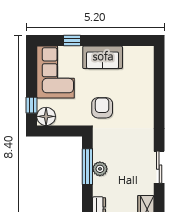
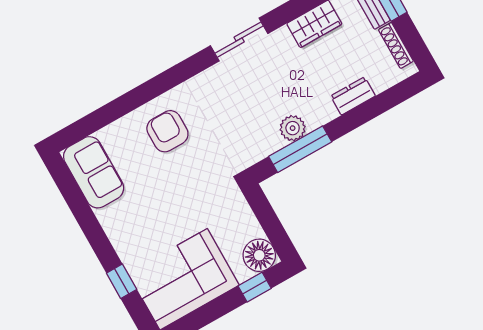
sofa: (103, 57) -> (94, 172), moved
armchair: (102, 108) -> (167, 131), moved, turned 90

